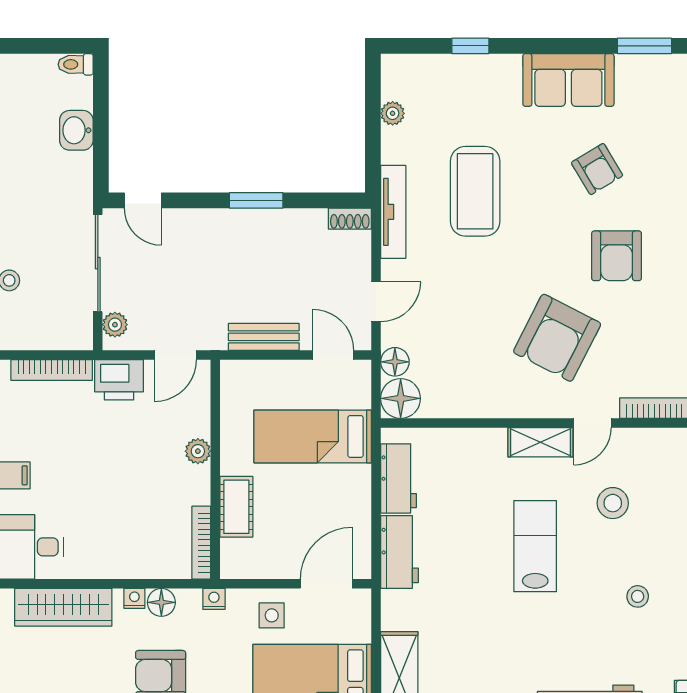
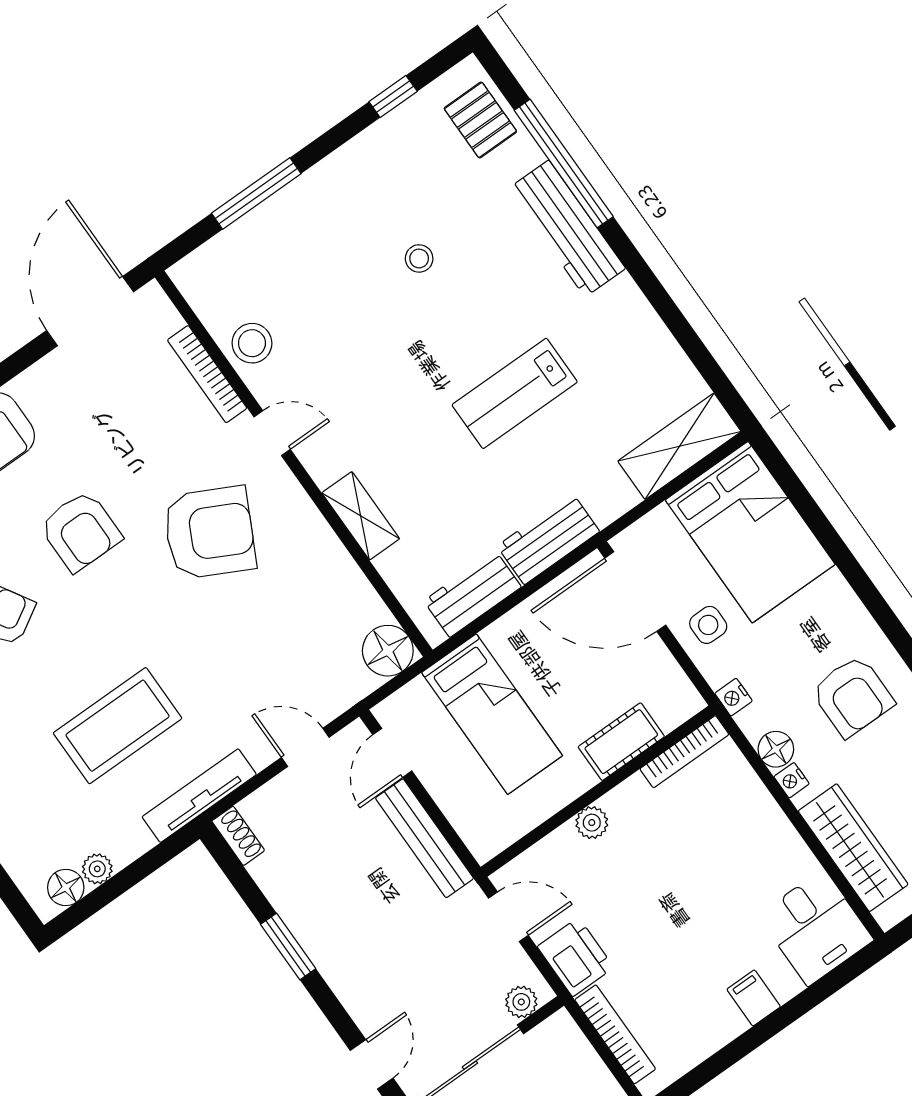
armchair: (617, 256) -> (81, 531), turned 90
bench: (264, 337) -> (425, 838), width x1.36
floor lamp: (395, 362) -> (66, 888), moved
shelving: (540, 442) -> (361, 516), moved
stool: (613, 503) -> (252, 343), moved
lab bench: (535, 546) -> (515, 393), moved
door: (326, 584) -> (635, 592), width x1.36

